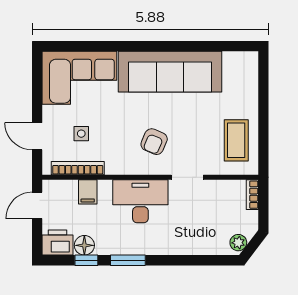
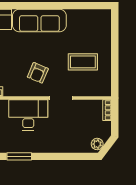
sofa: (170, 72) -> (39, 21), width x0.74, depth x0.79
coffee table: (236, 140) -> (83, 62), moved, turned 90

